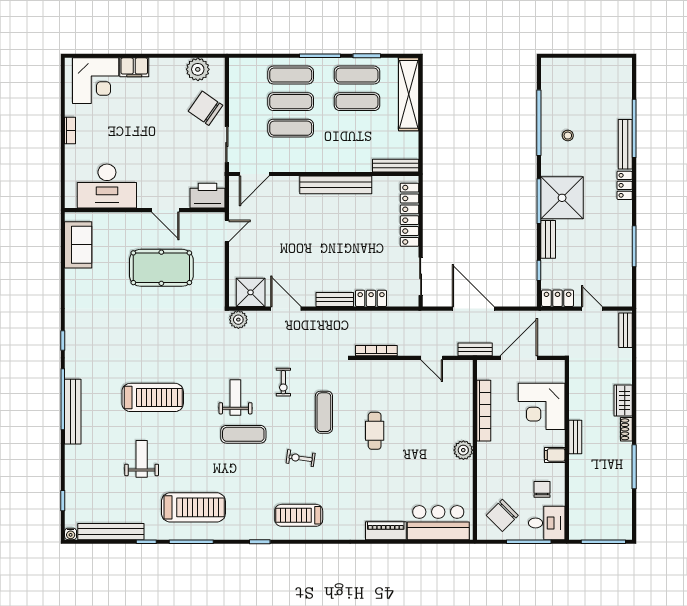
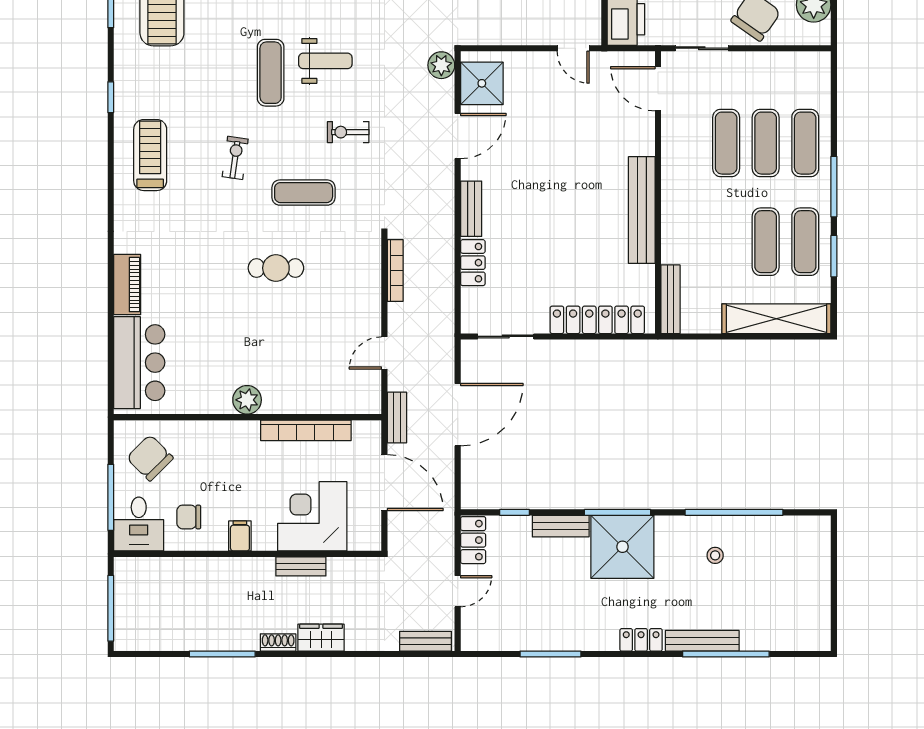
bench: (575, 437) -> (301, 566), moved
chair: (542, 489) -> (189, 517), turned 180

